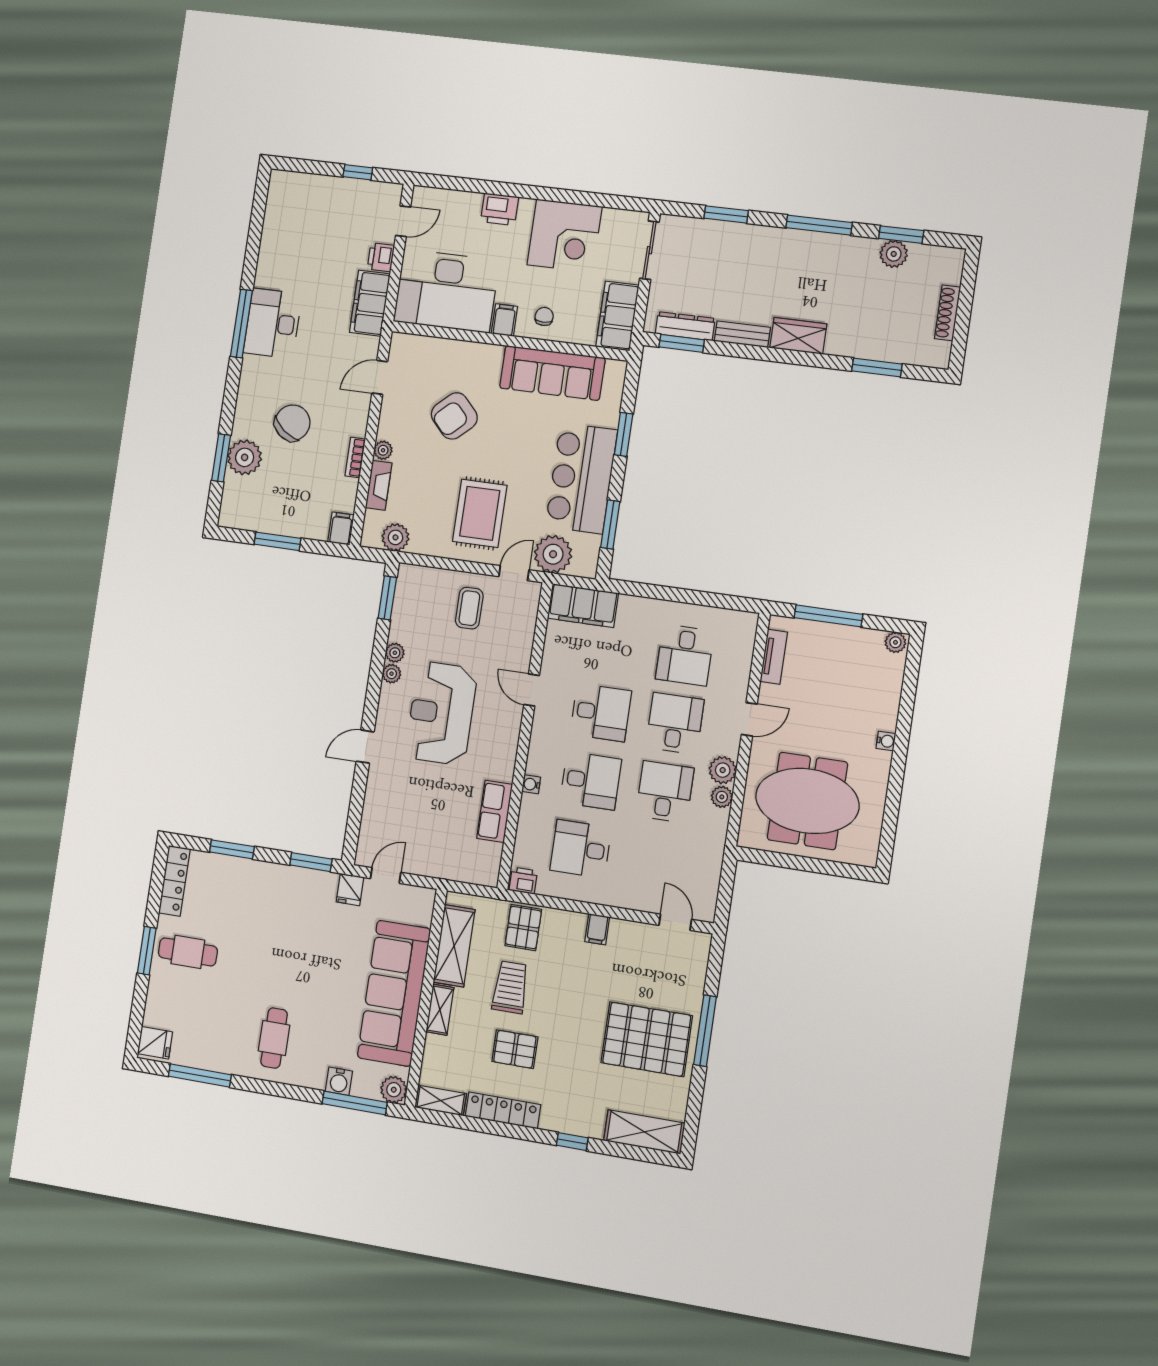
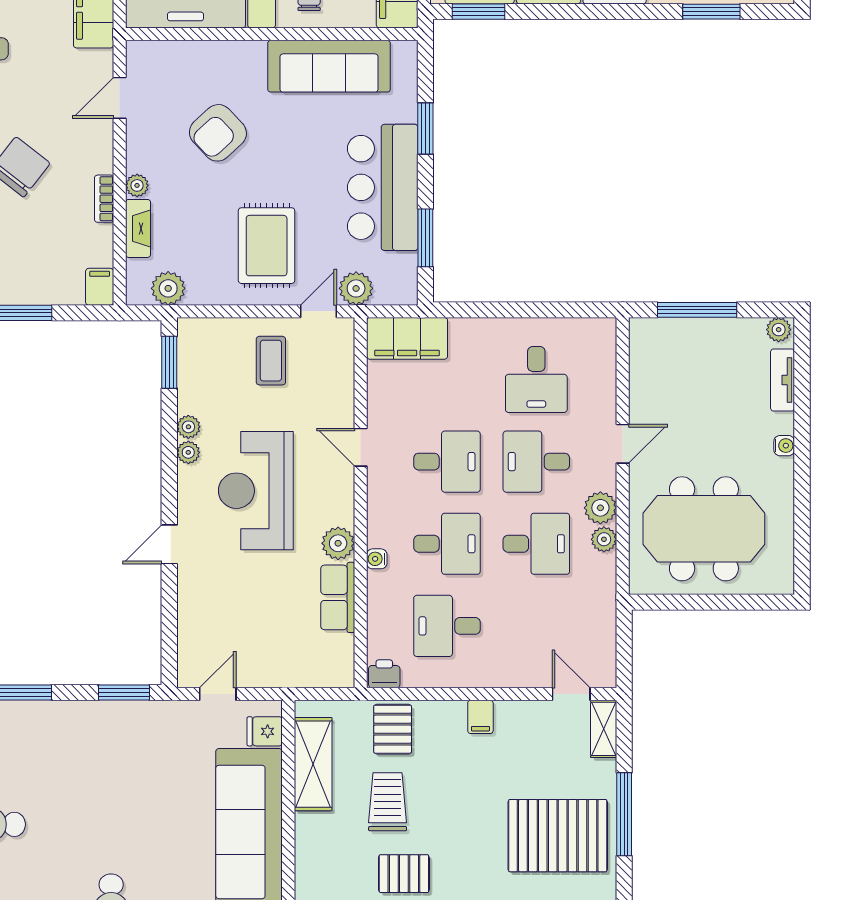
plant: (553, 554) -> (356, 288), width x0.73, depth x0.73
tv unit: (774, 657) -> (783, 380), moved, turned 180
desk: (675, 723) -> (536, 462), turned -90
plant: (502, 767) -> (338, 543), added
desk: (665, 792) -> (536, 544), turned 90
fridge: (350, 889) -> (265, 731), moved, turned 90
shelving: (440, 1010) -> (604, 729), moved

